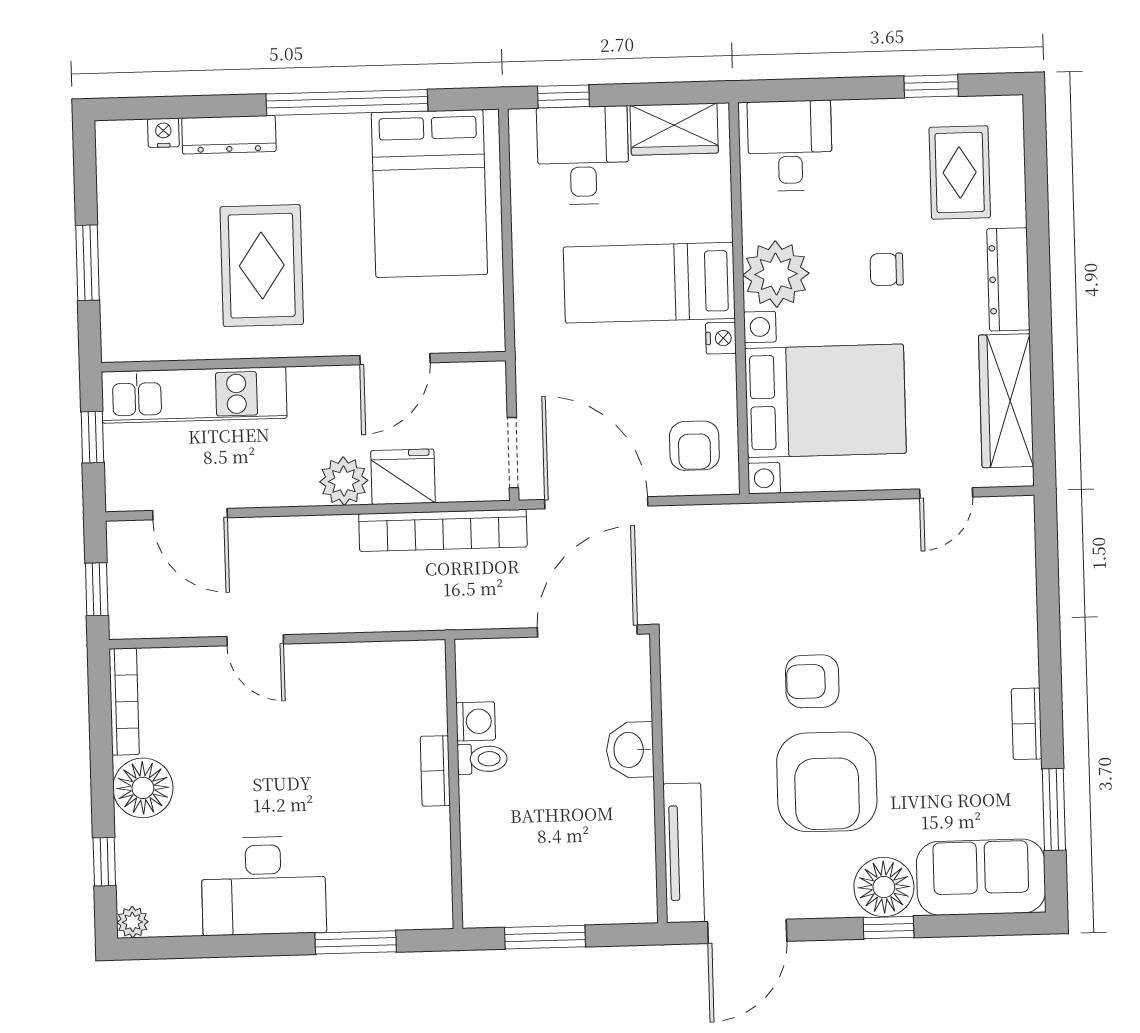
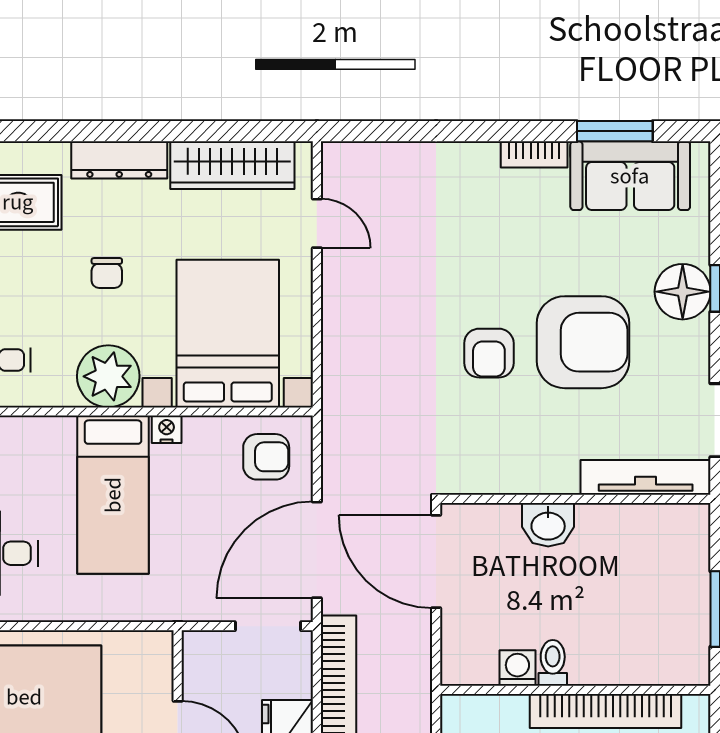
bookcase: (435, 771) -> (606, 711), width x2.31, depth x1.31
sofa: (981, 877) -> (630, 176), moved, turned -90

